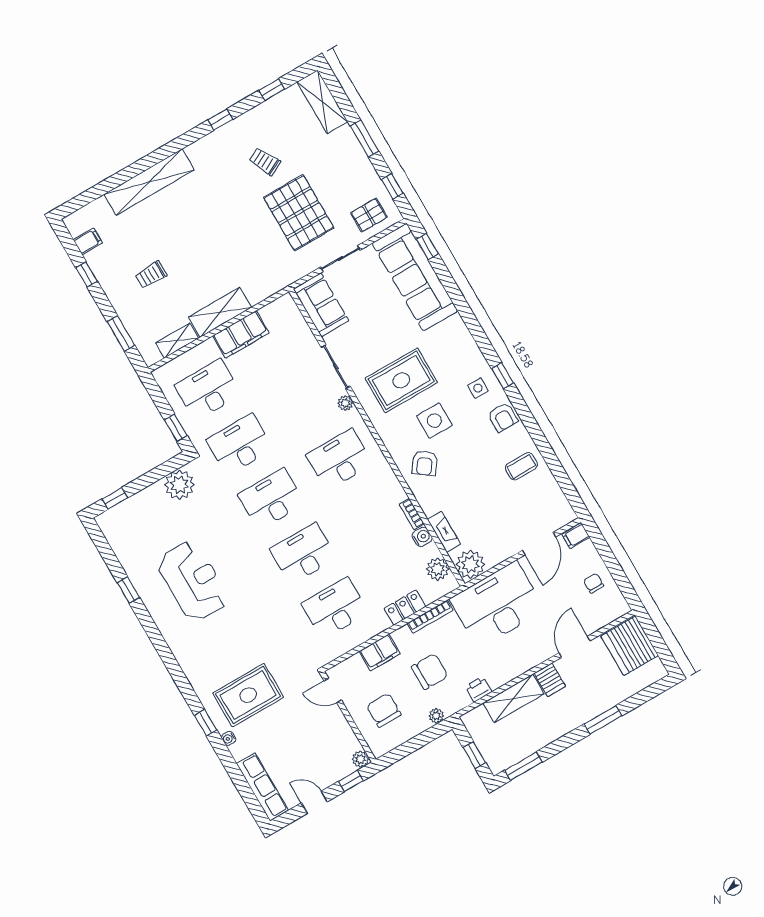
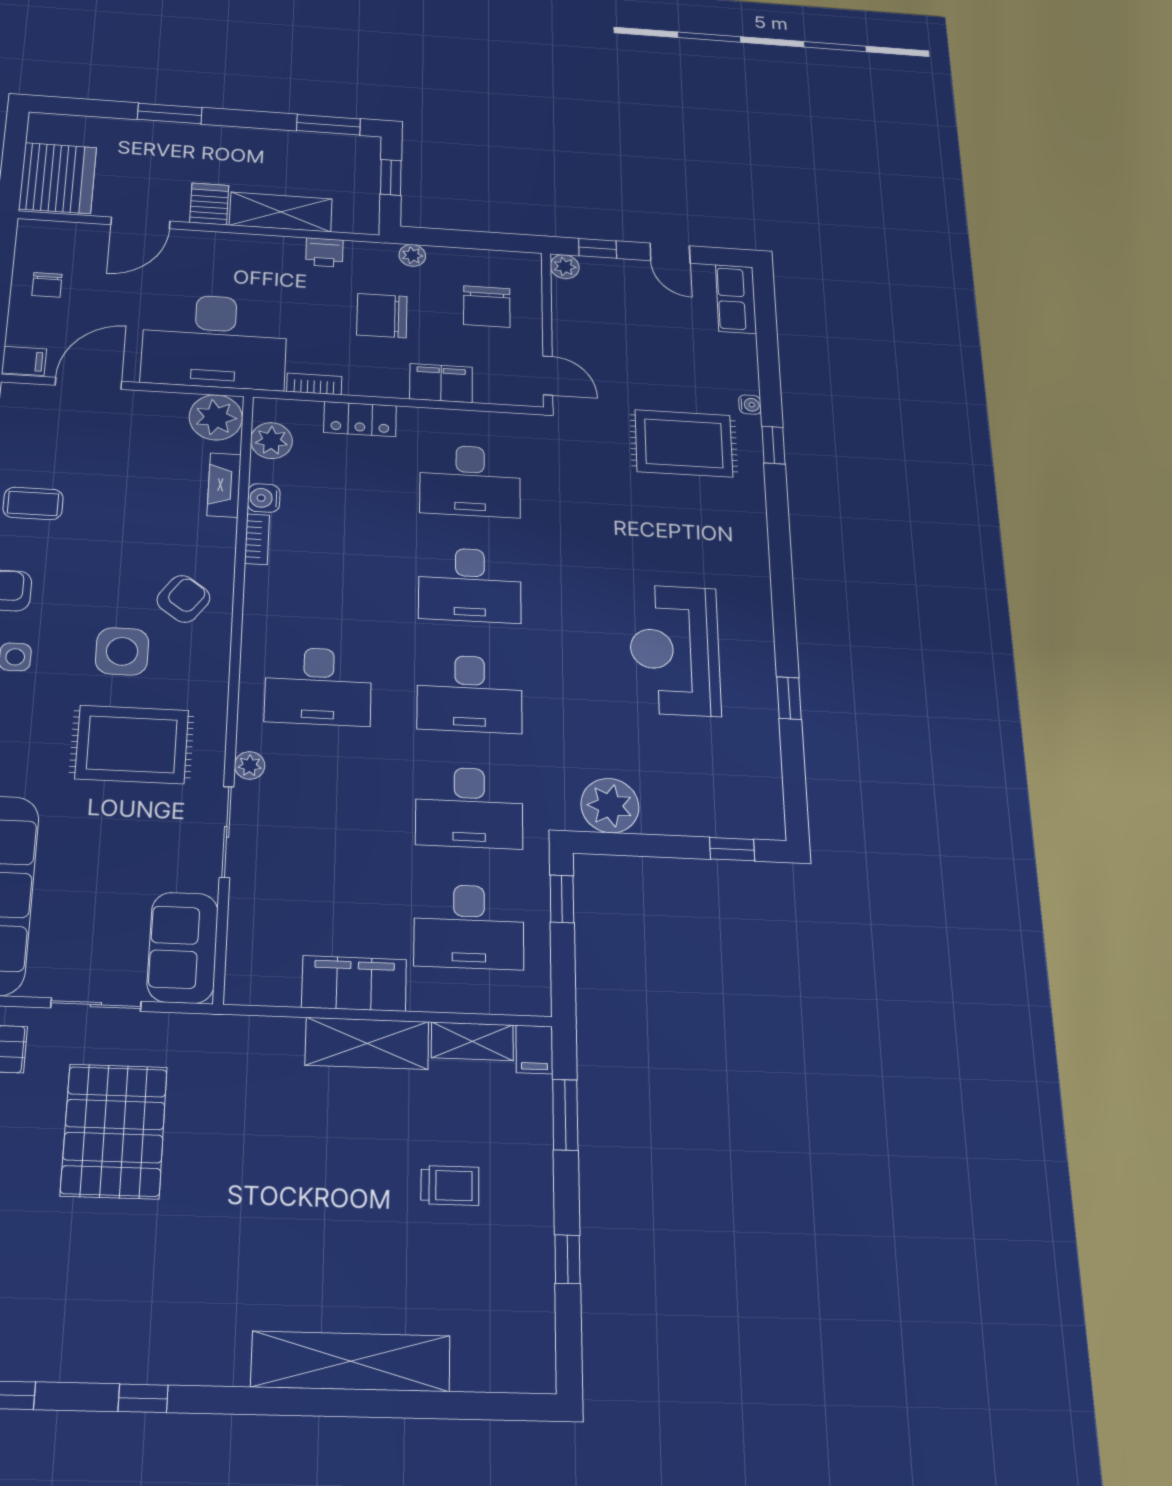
trolley: (265, 161) -> (113, 1264), removed
filing cabinet: (88, 241) -> (534, 1049), moved, turned -90
bookcase: (430, 617) -> (314, 384), width x0.64
row of seats: (262, 787) -> (736, 299), width x0.68

